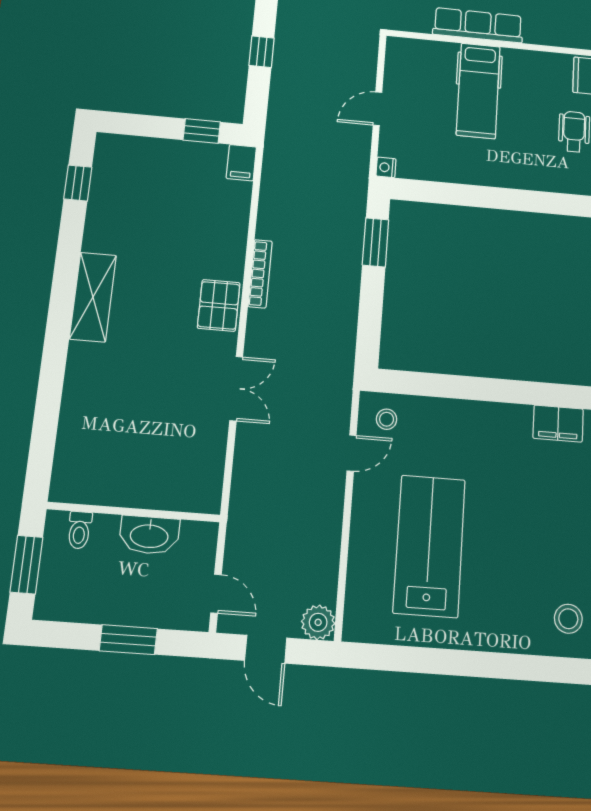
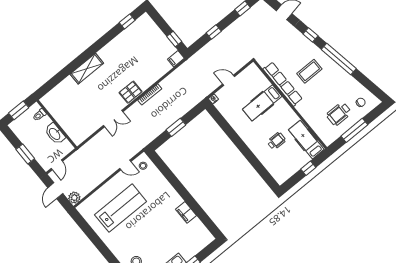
row of seats: (478, 25) -> (283, 84), width x1.36
window: (376, 242) -> (176, 127), moved
shelving: (93, 297) -> (87, 69), moved

